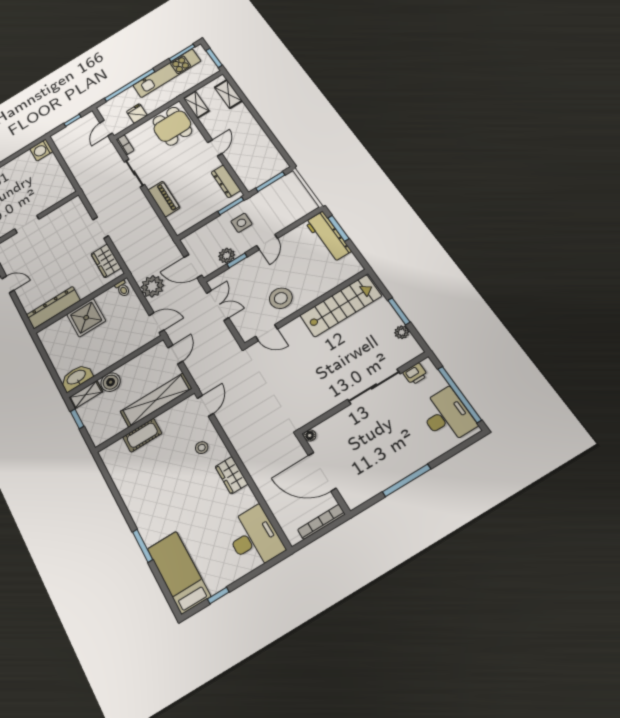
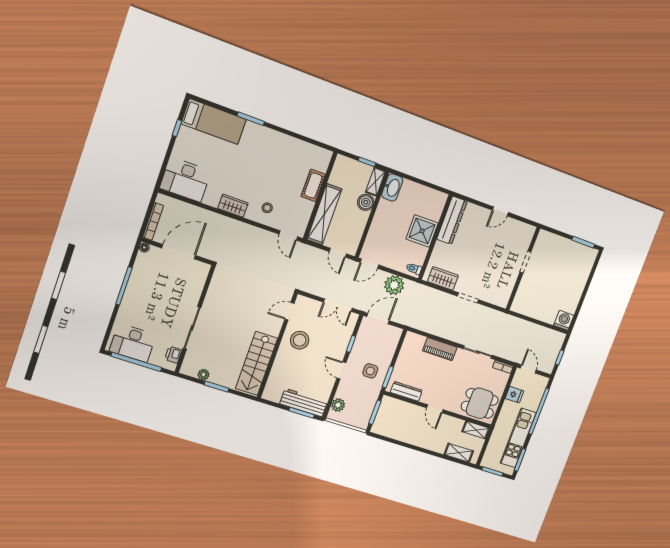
plant: (227, 256) -> (338, 405), moved
floor lamp: (310, 435) -> (144, 247), moved

